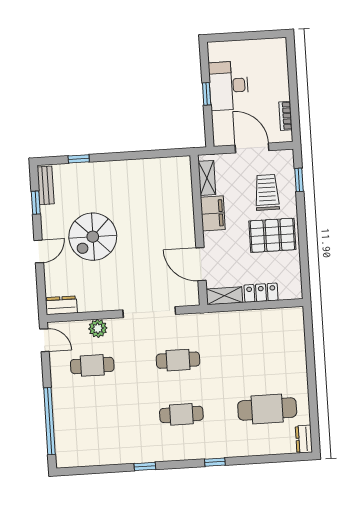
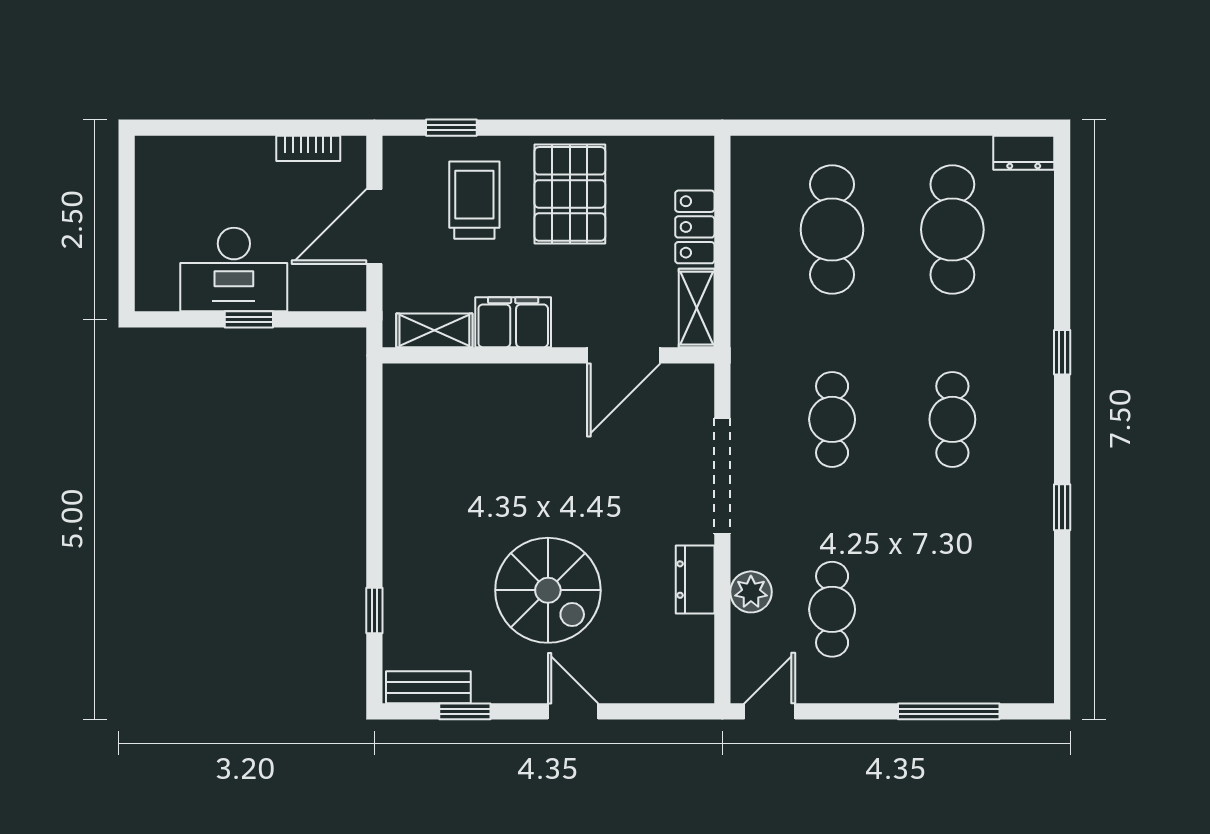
trolley: (267, 192) -> (474, 200), turned 90
dresser: (61, 305) -> (695, 580), moved
cafe table: (264, 355) -> (832, 230), added
window: (49, 421) -> (949, 711), width x0.68

